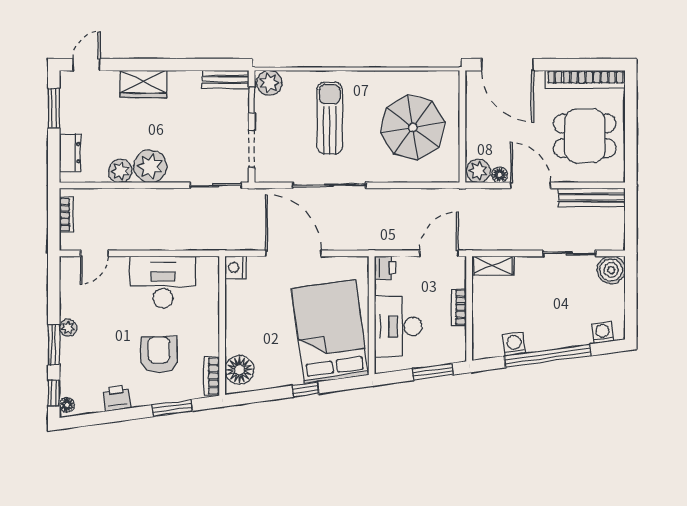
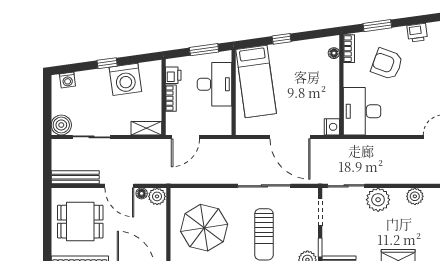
plant: (150, 166) -> (378, 200), moved
printer: (385, 268) -> (173, 75), moved, turned 180
desk: (163, 282) -> (362, 111), moved, turned 90
bed: (330, 332) -> (256, 82), width x0.67
washing machine: (514, 344) -> (125, 79), width x1.89, depth x1.89
armchair: (159, 355) -> (387, 64), turned 110
window: (547, 356) -> (107, 63), width x0.32
floor lamp: (239, 370) -> (334, 53), width x0.53, depth x0.53
window: (433, 372) -> (204, 50), moved

